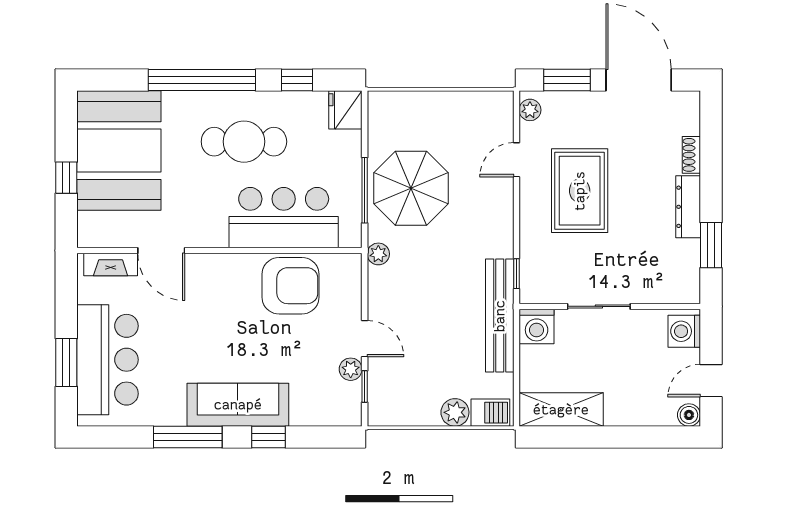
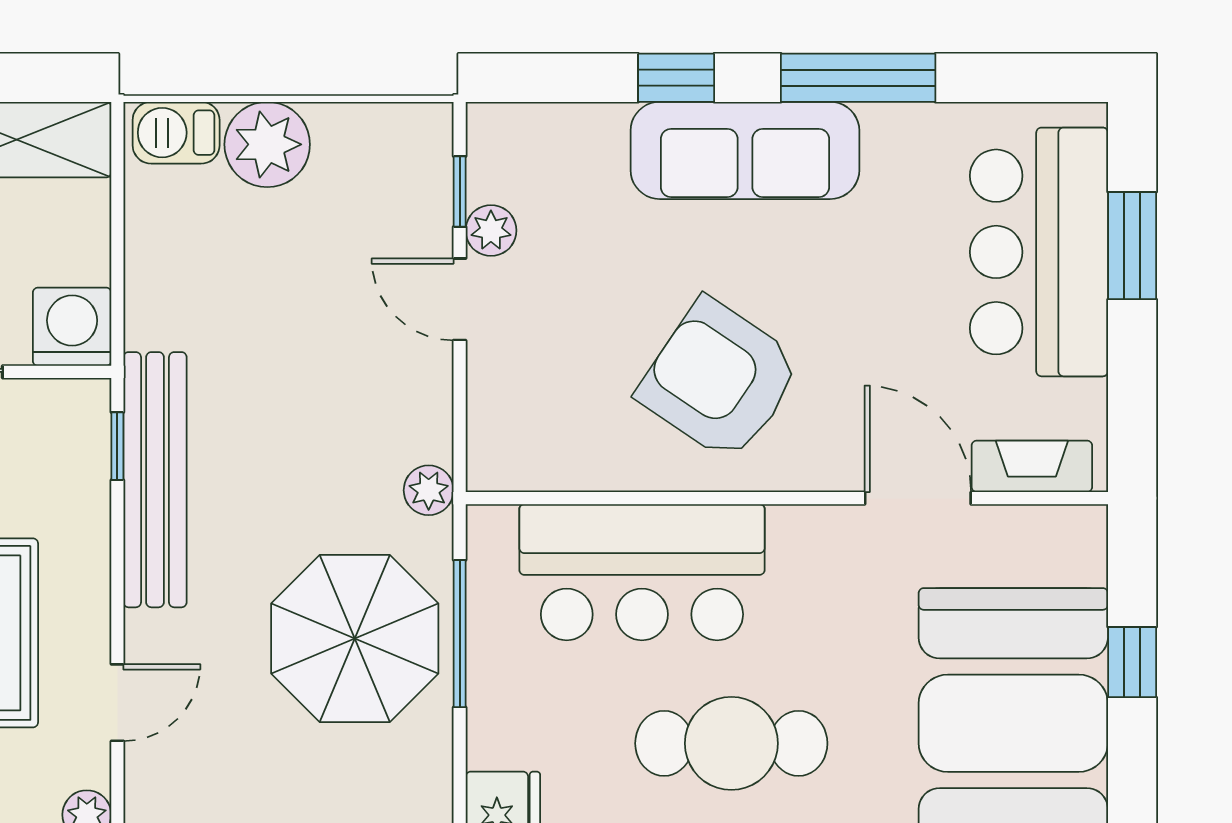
armchair: (290, 286) -> (720, 380), moved, turned 34
bench: (500, 316) -> (155, 480), moved
plant: (455, 412) -> (267, 144), width x1.36, depth x1.36

